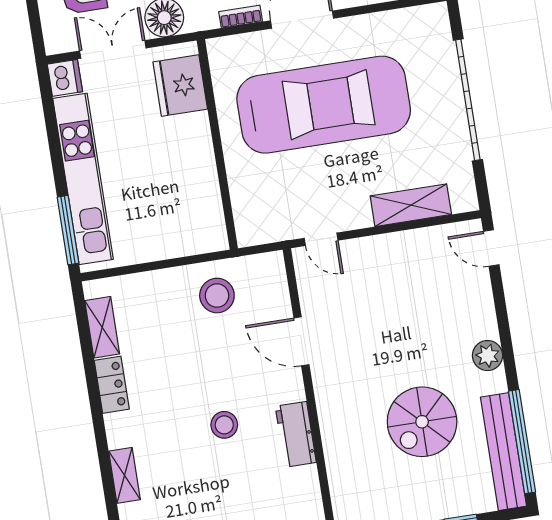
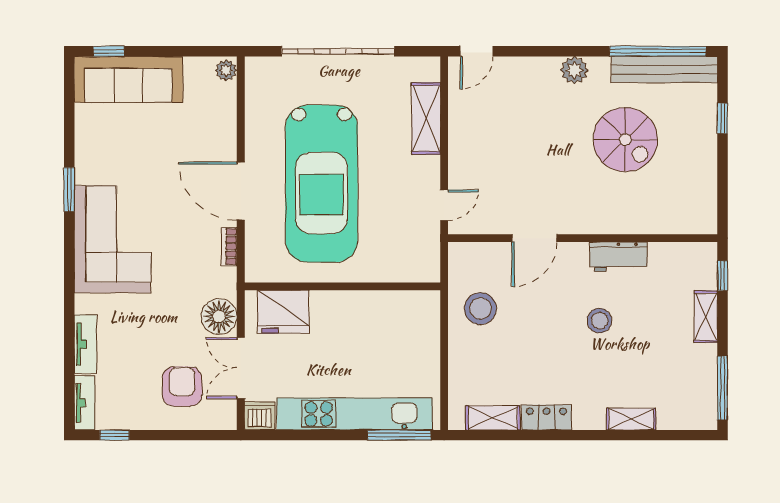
car: (324, 105) -> (322, 184), turned 180

